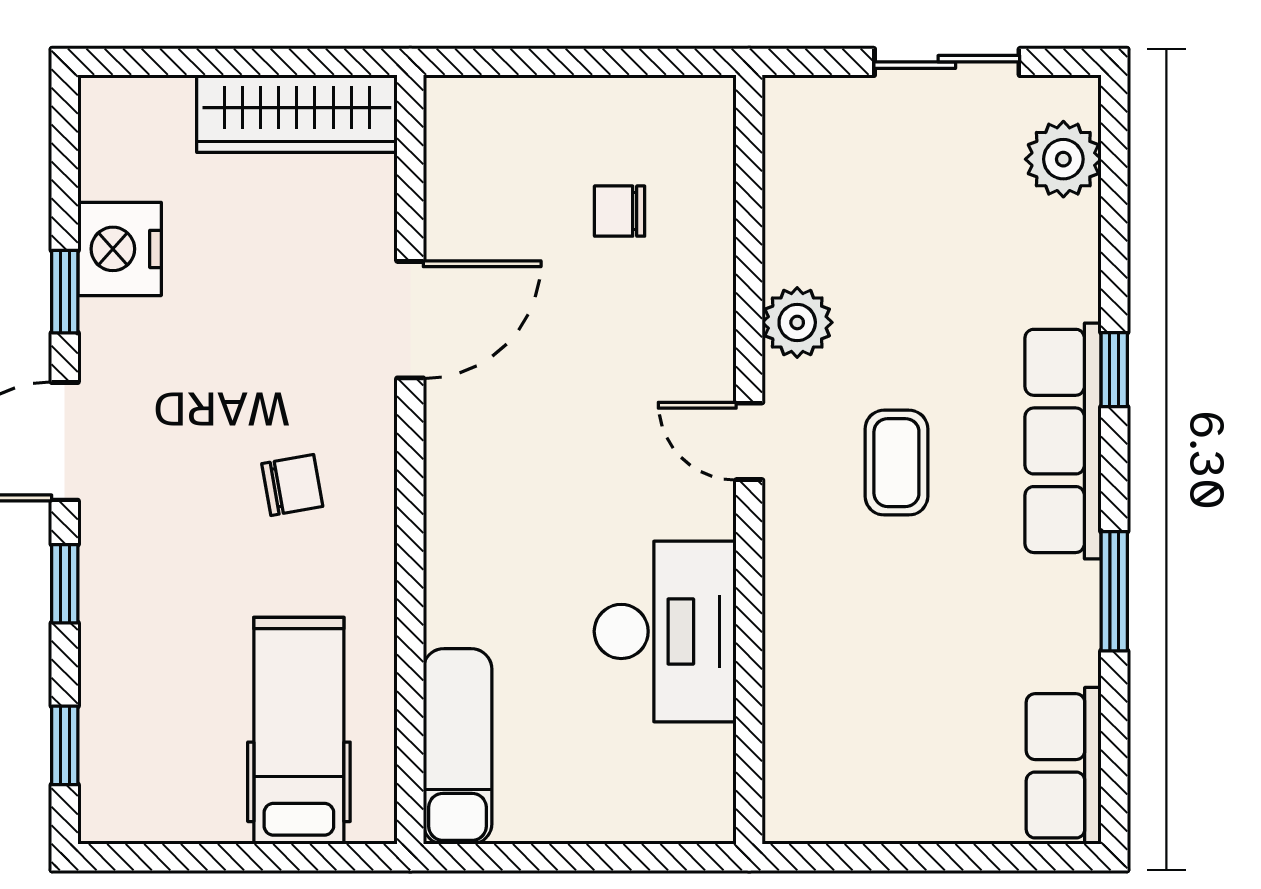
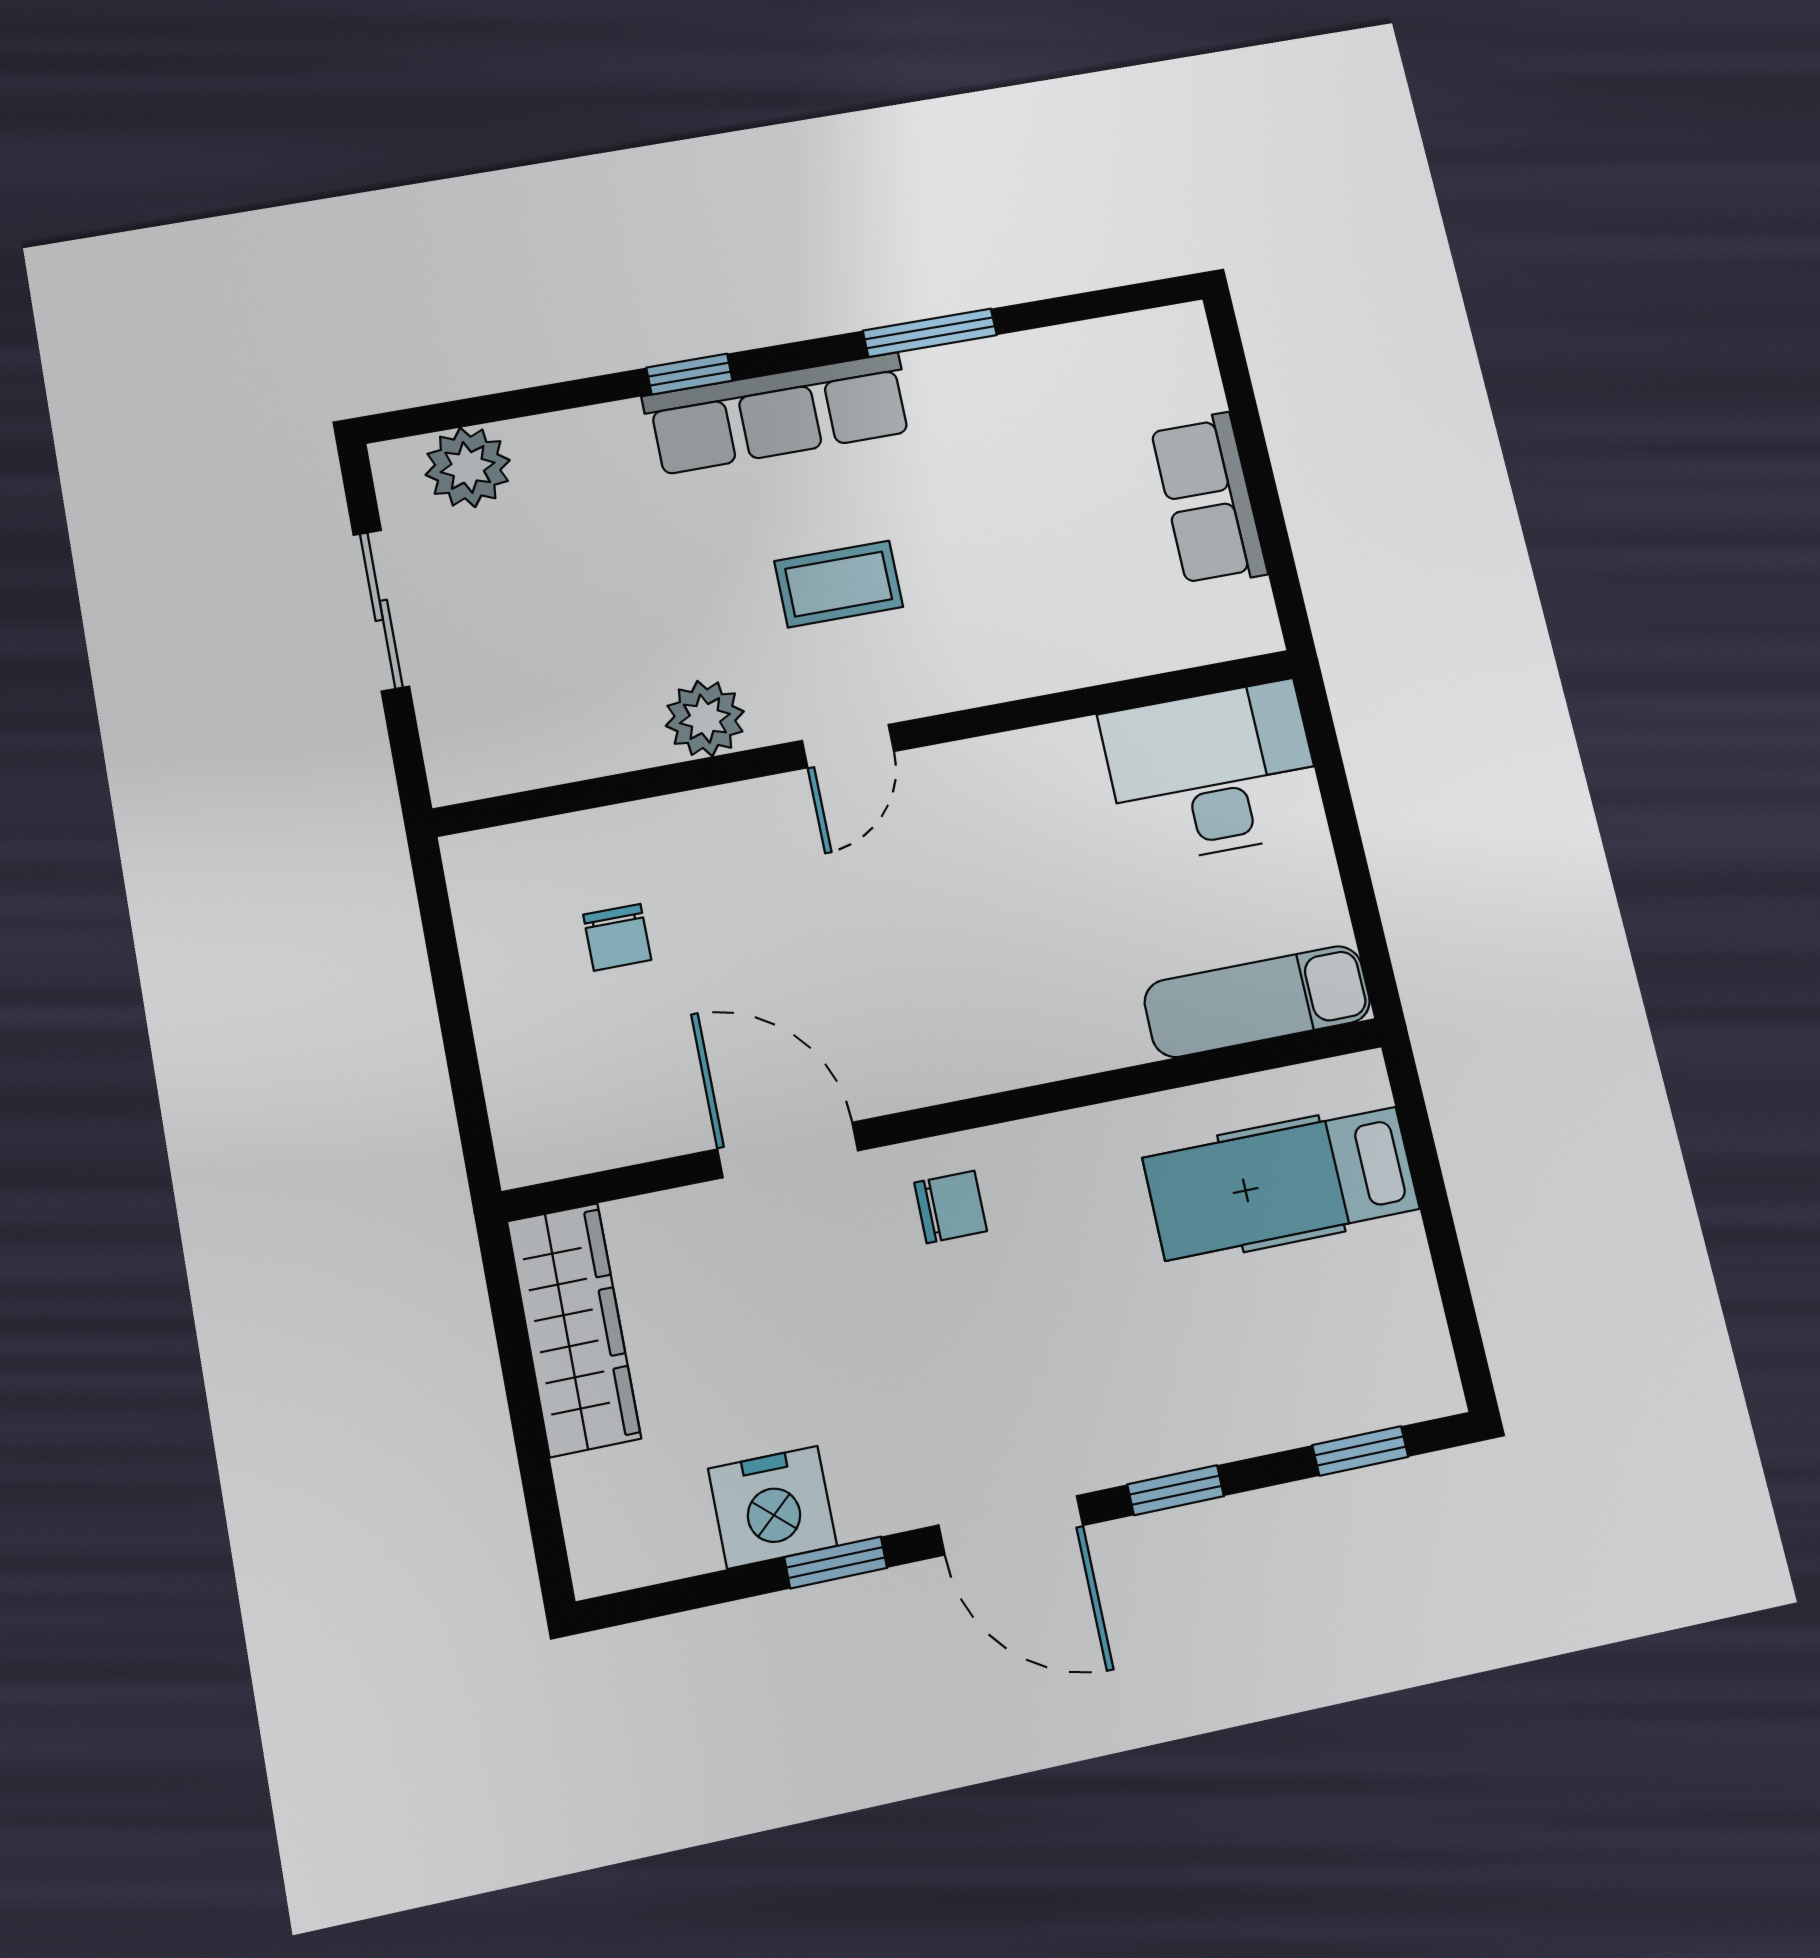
chair: (292, 485) -> (951, 1207), moved, turned 100
desk: (665, 631) -> (1213, 772), moved
row of seats: (1064, 766) -> (1209, 500), moved, turned 90

